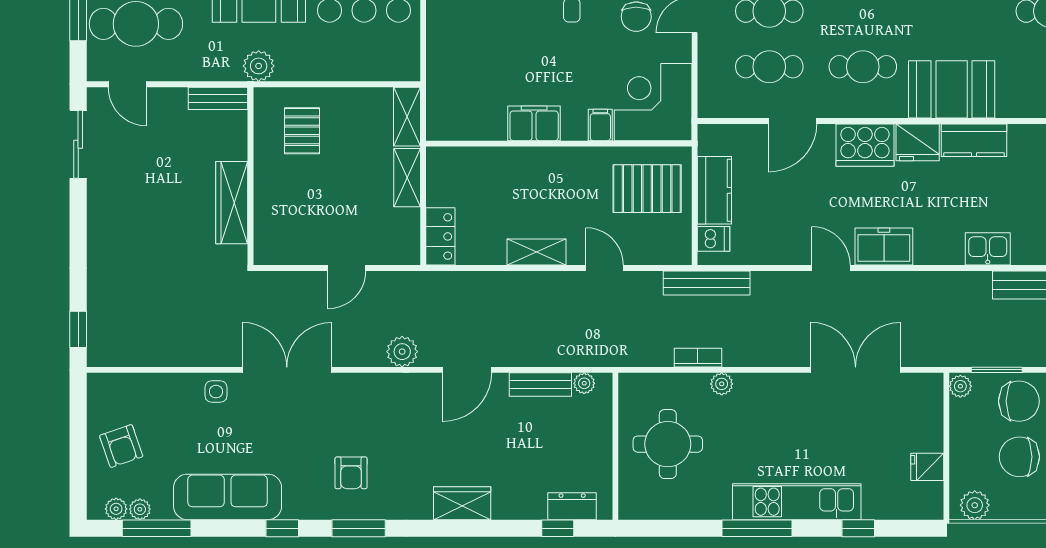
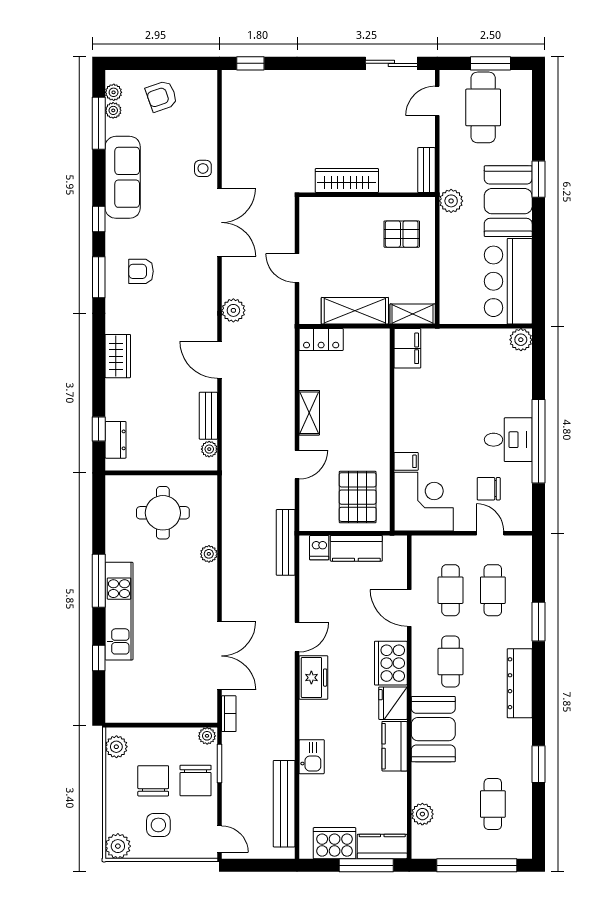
filing cabinet: (534, 123) -> (407, 348), moved
shelving: (407, 178) -> (355, 311), width x1.50, depth x1.33
bookcase: (698, 358) -> (229, 714), moved
fridge: (927, 467) -> (146, 710), removed

